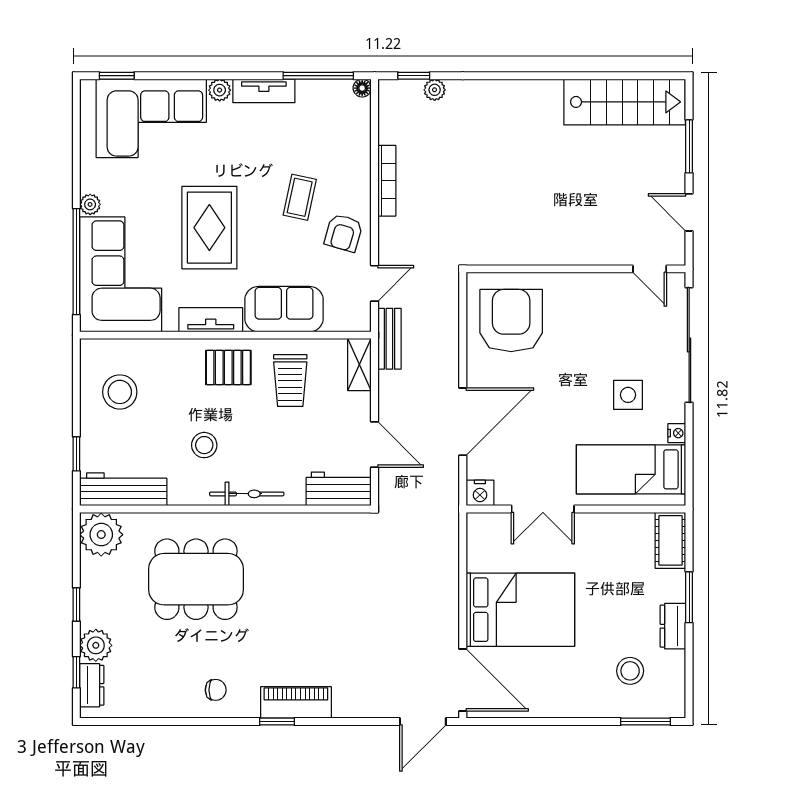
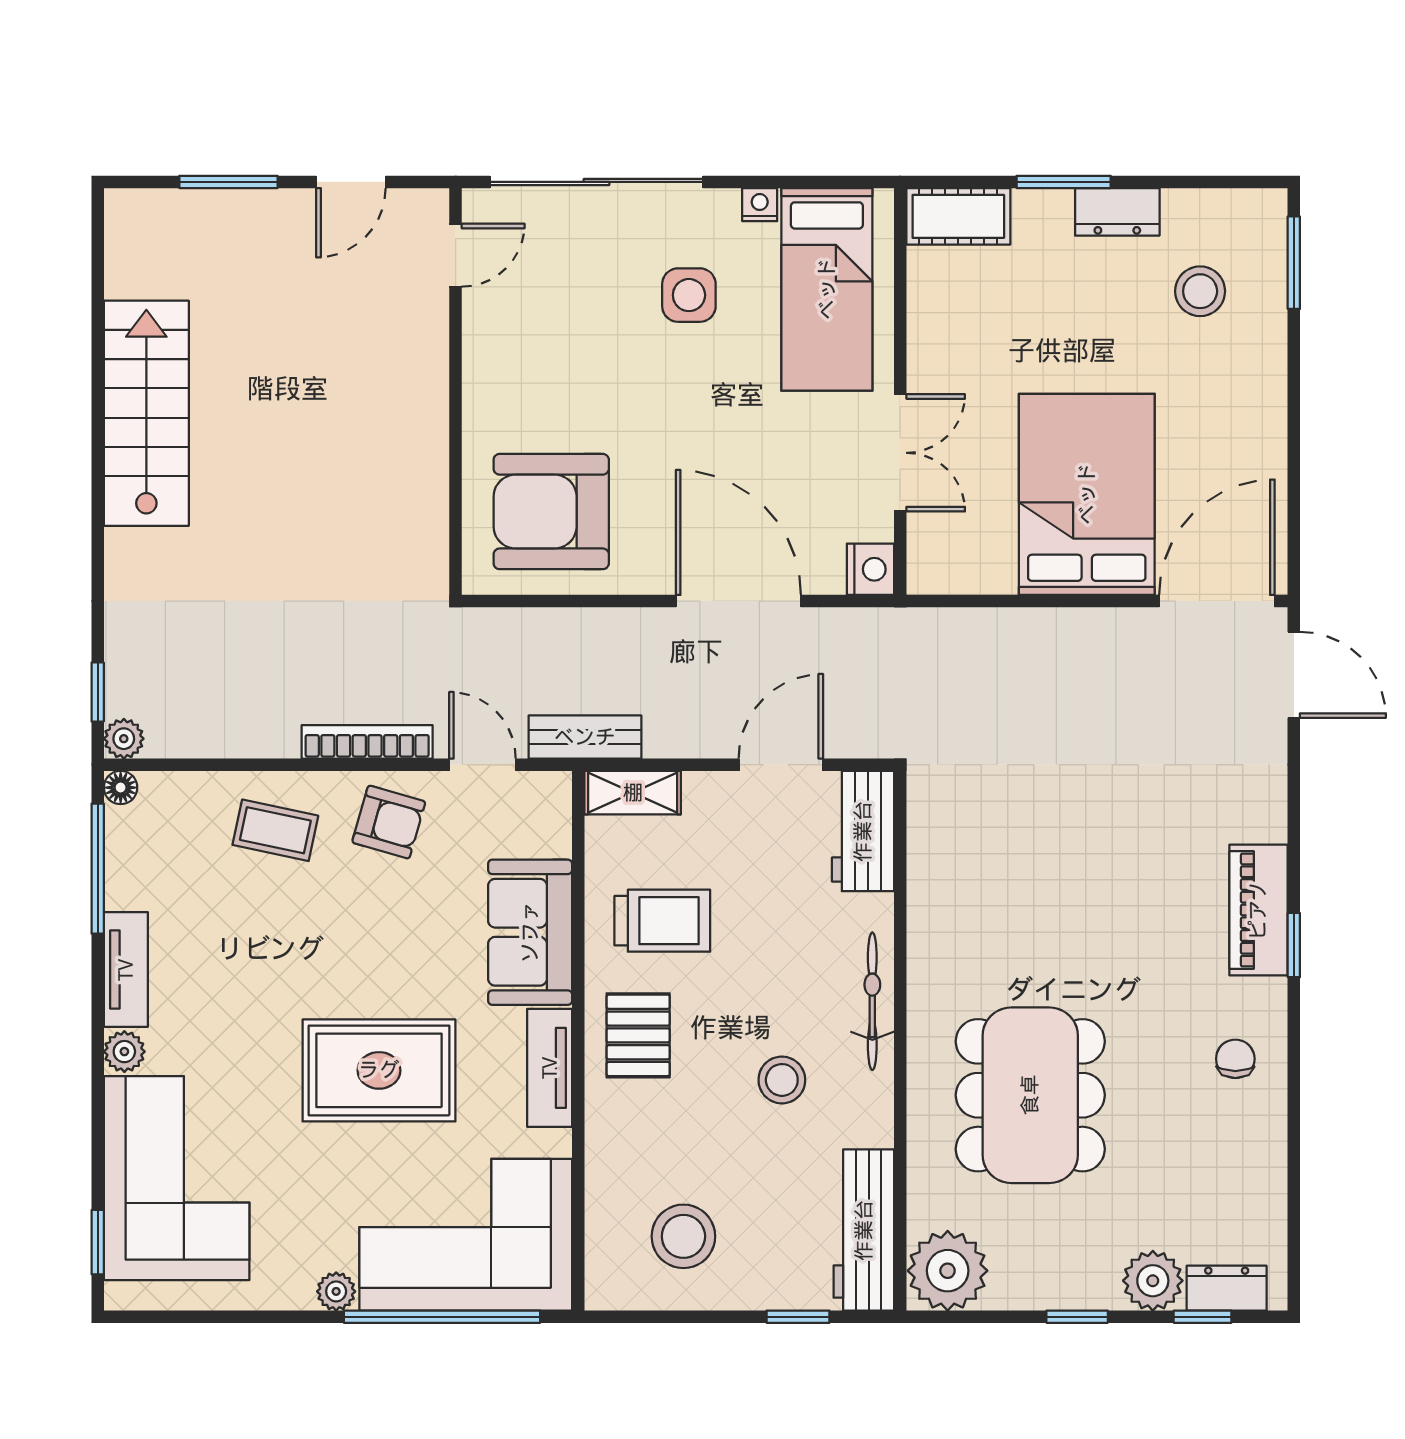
plant: (435, 90) -> (124, 739), moved
stairs: (625, 102) -> (146, 413), moved
bookcase: (387, 181) -> (367, 742), moved
coffee table: (300, 197) -> (275, 830), moved

